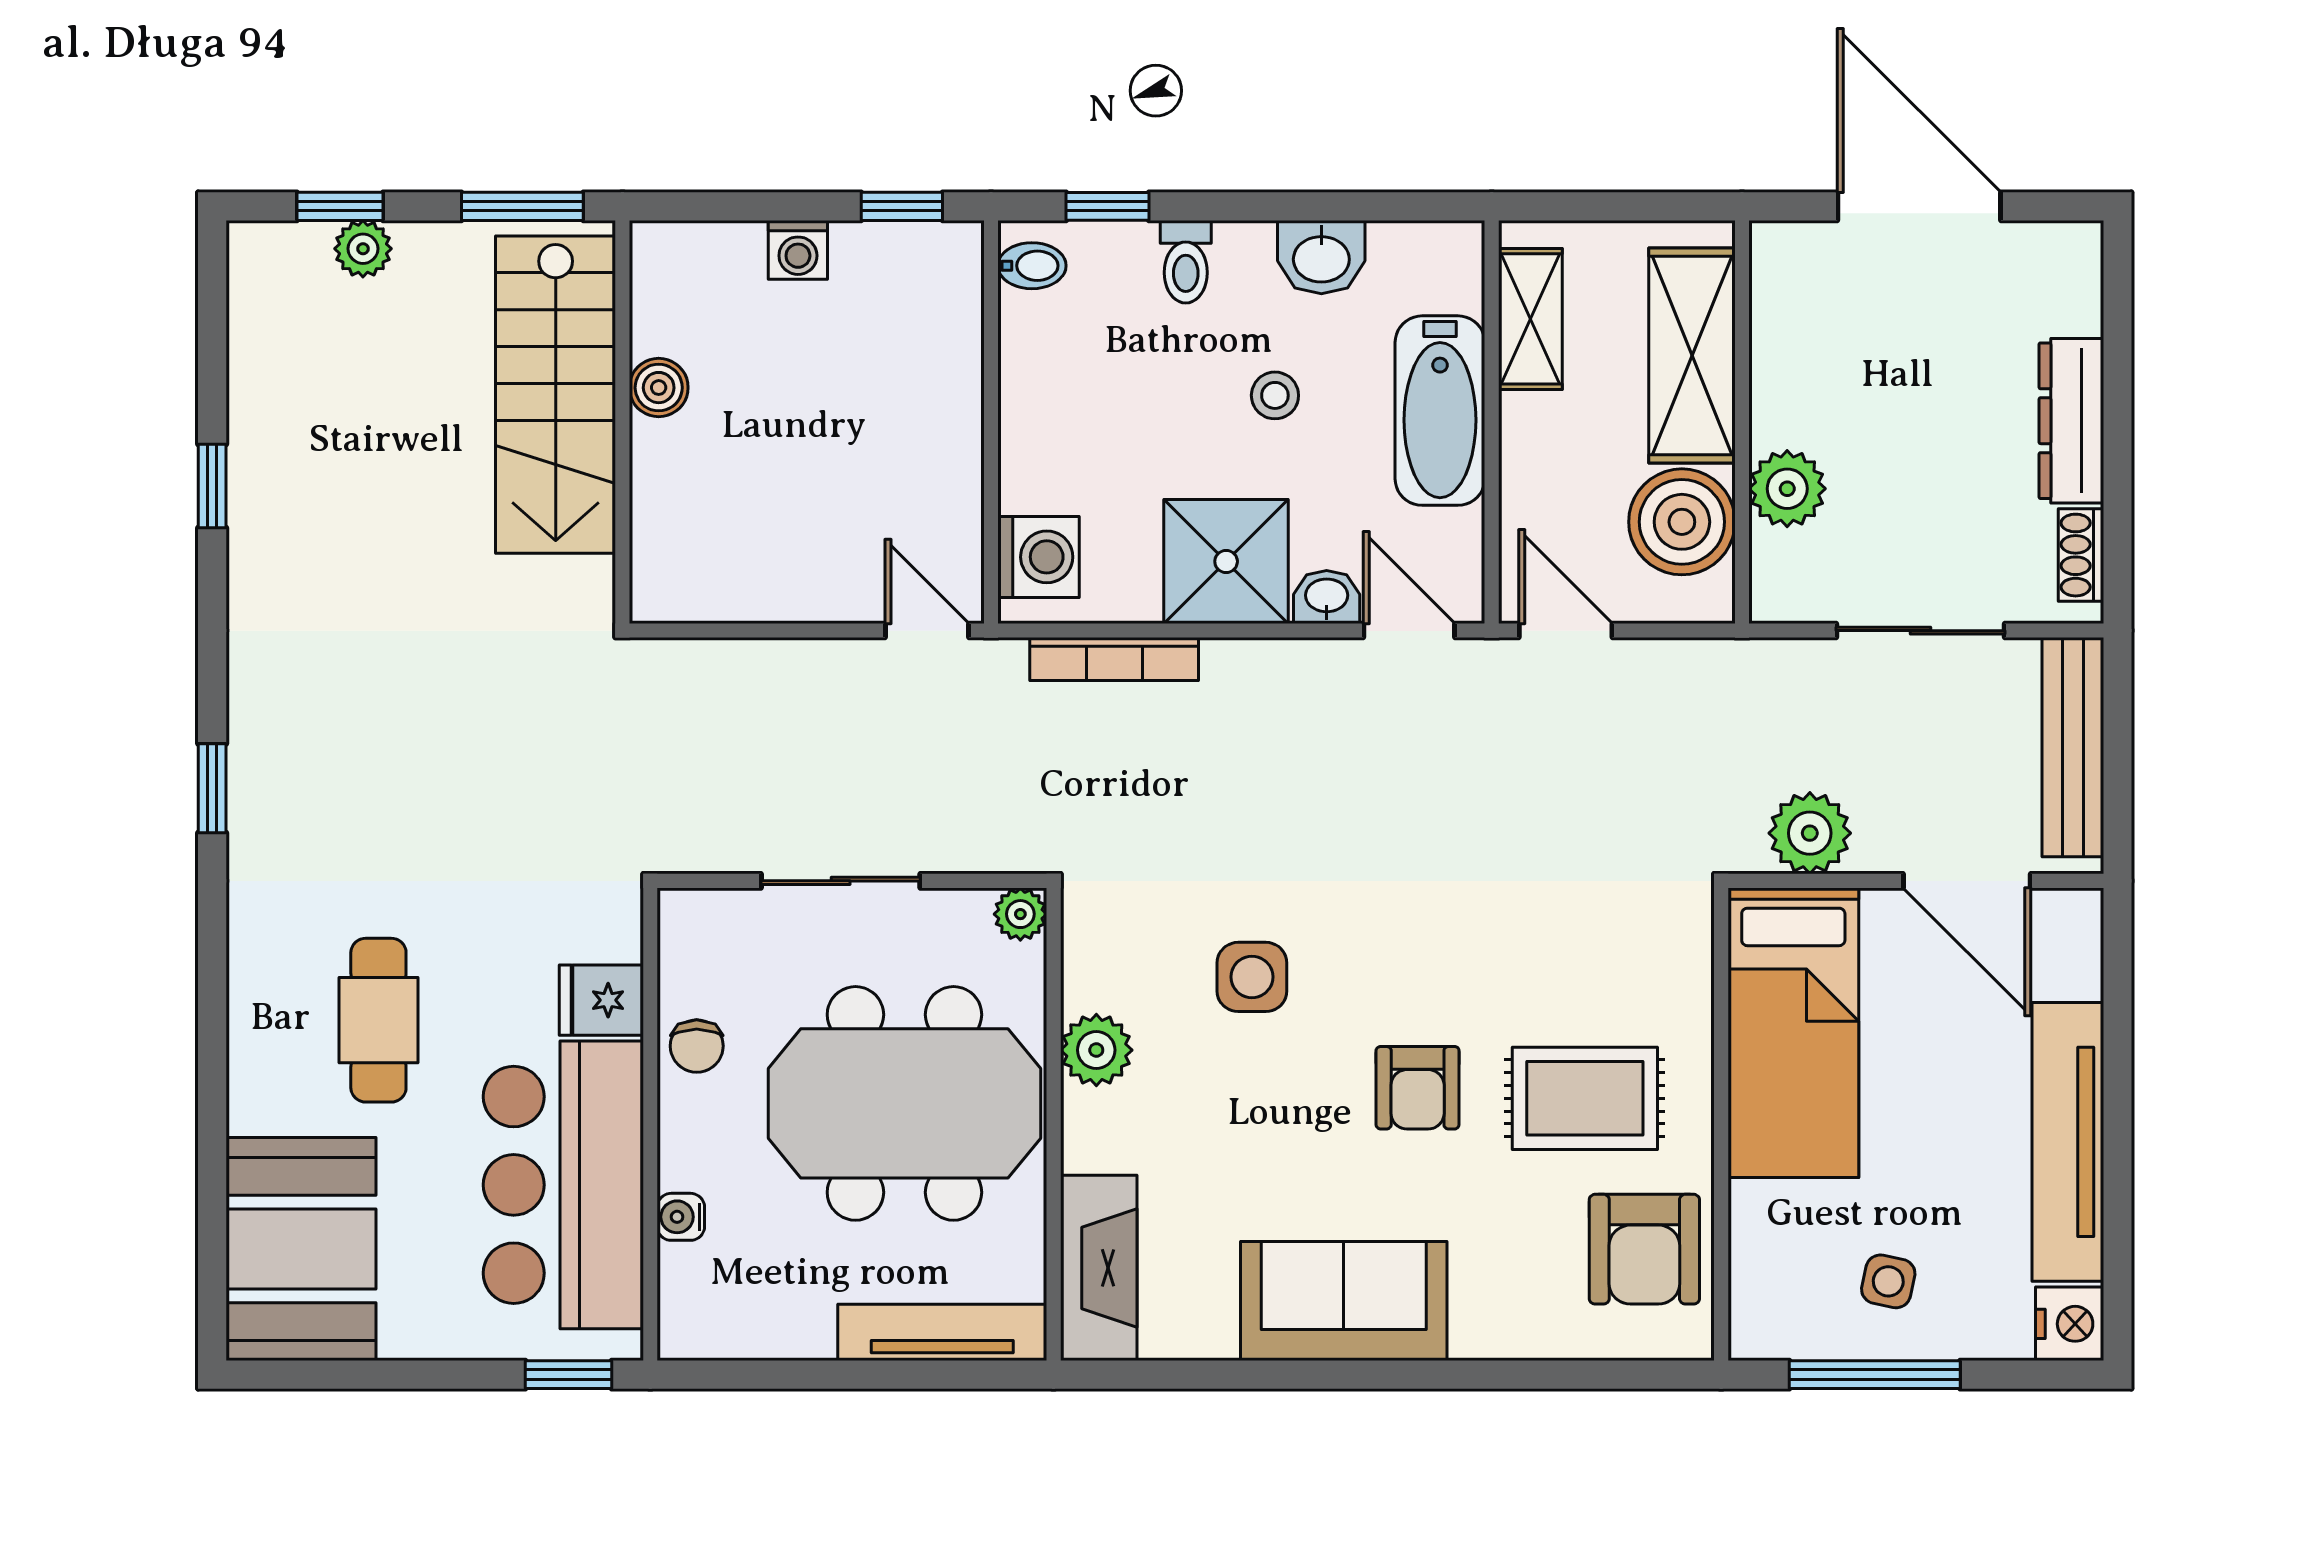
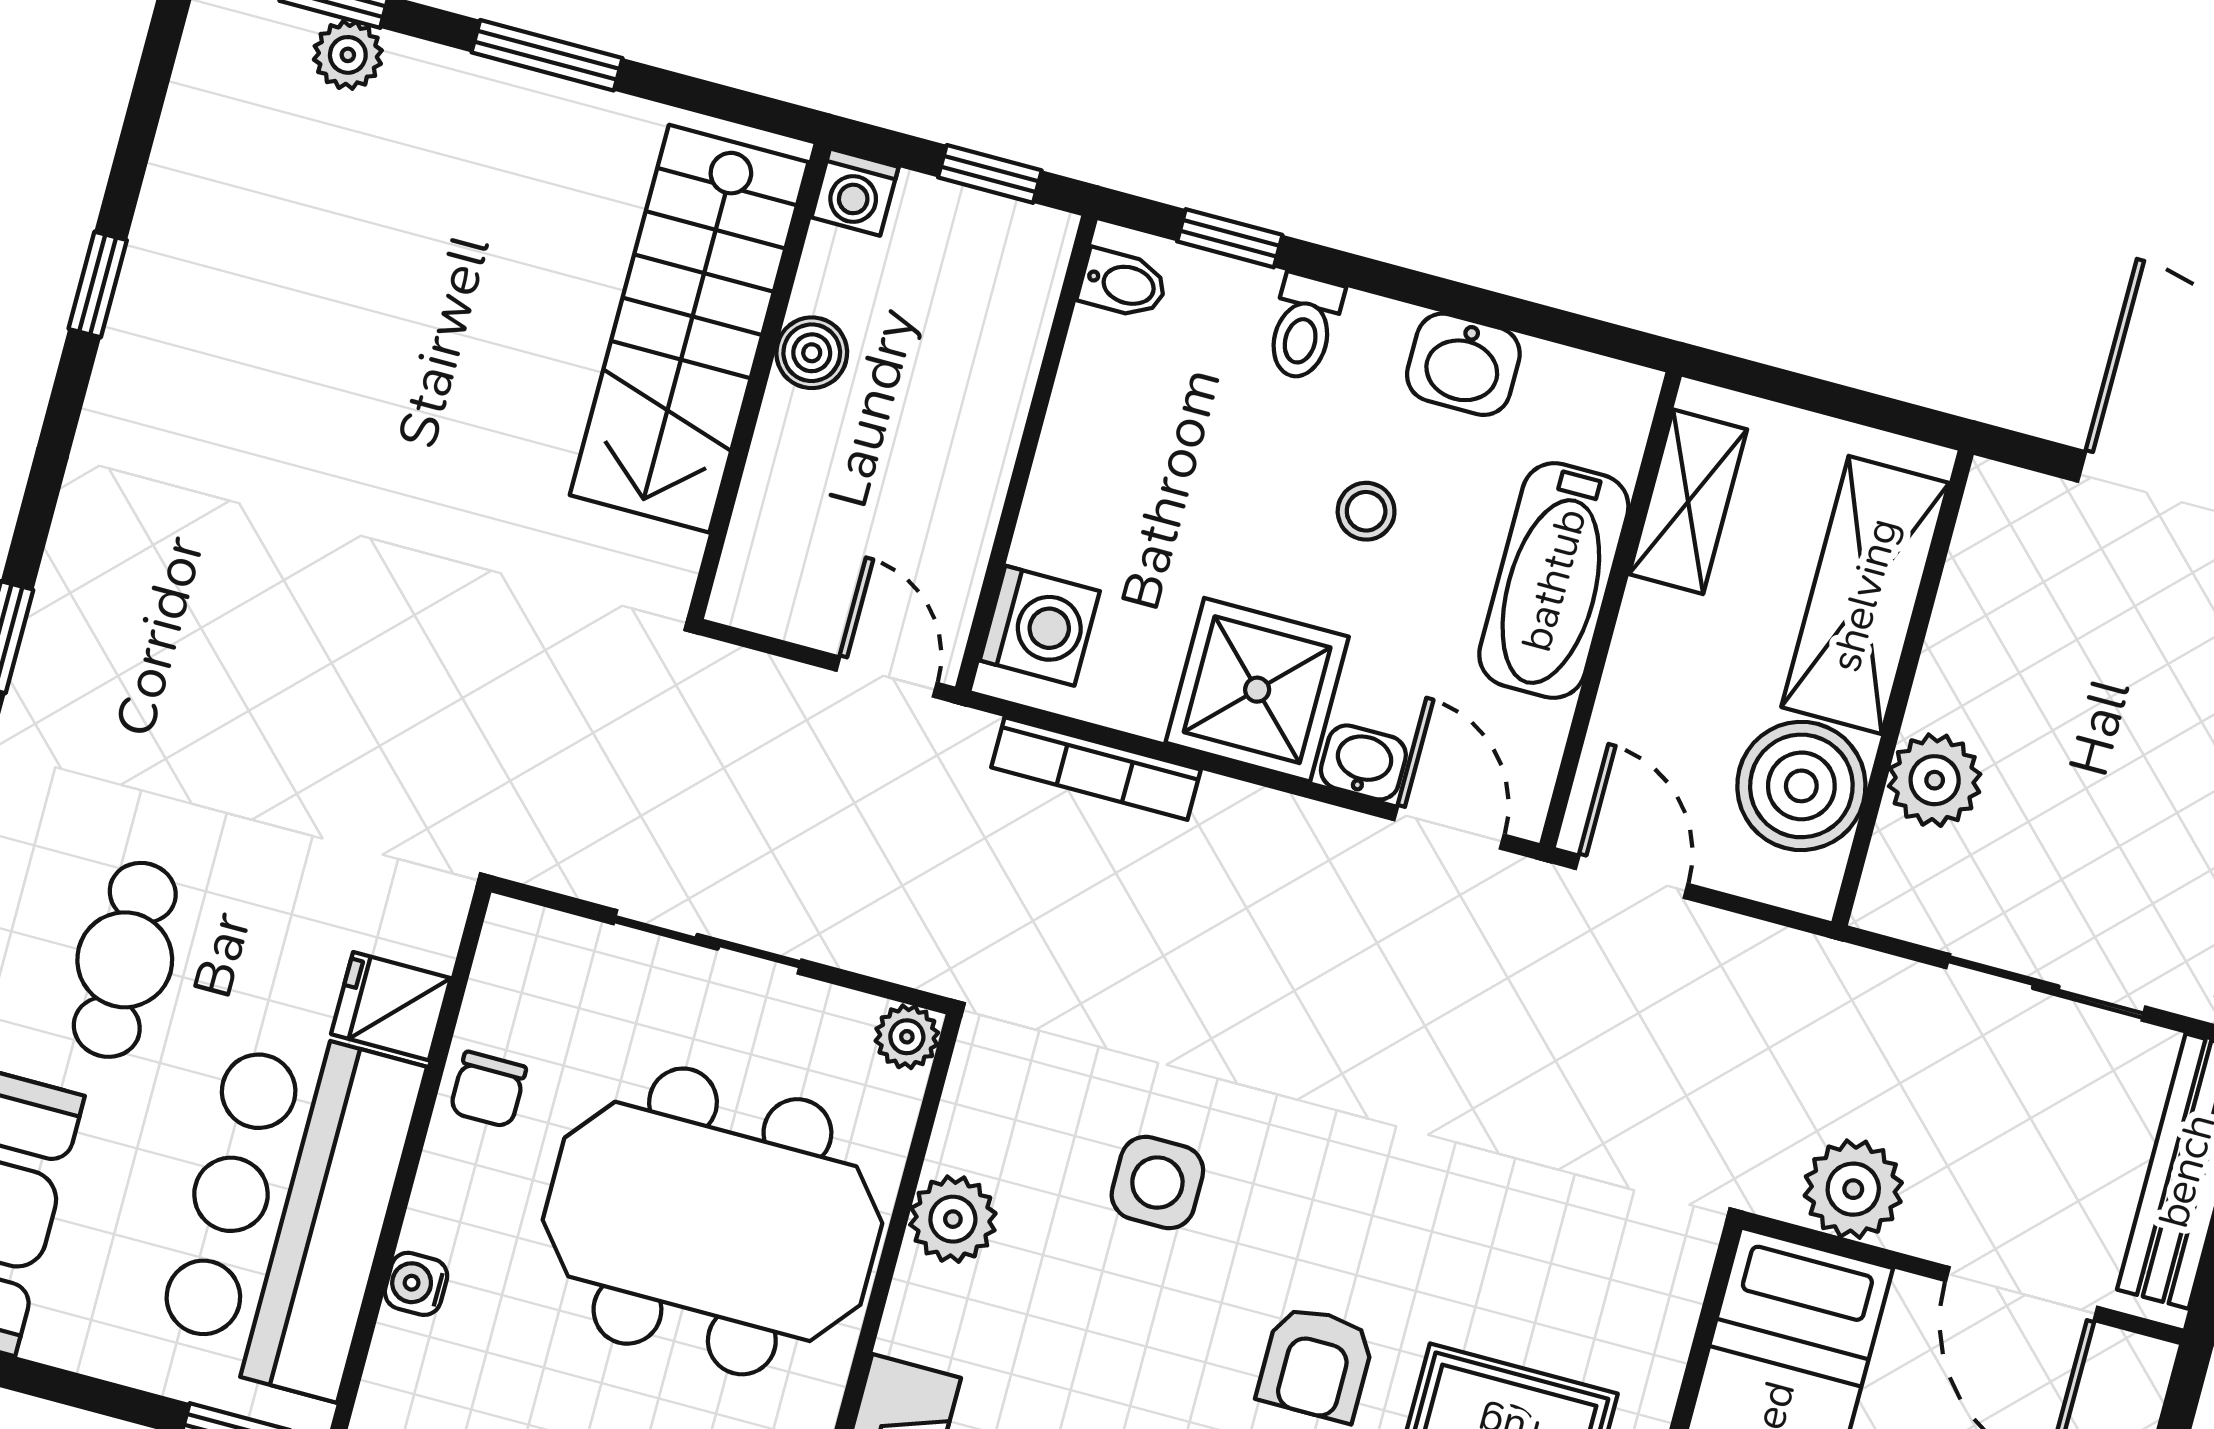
boiler: (659, 388) -> (812, 353), moved
stairs: (556, 395) -> (689, 329), moved
wall: (622, 422) -> (759, 382), moved

